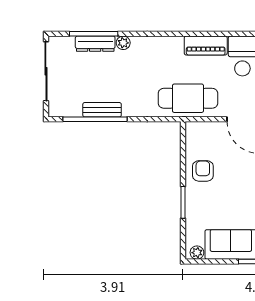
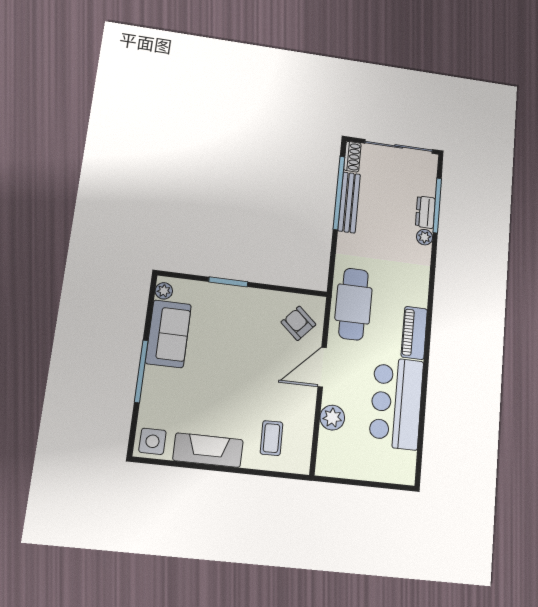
dresser: (95, 44) -> (425, 212), width x0.70
bench: (102, 110) -> (349, 202), width x1.36
shoe rack: (61, 111) -> (352, 157), added
armchair: (203, 171) -> (298, 323), moved, turned -138

